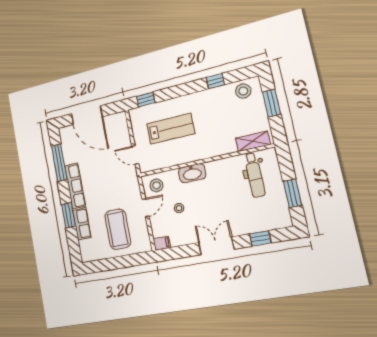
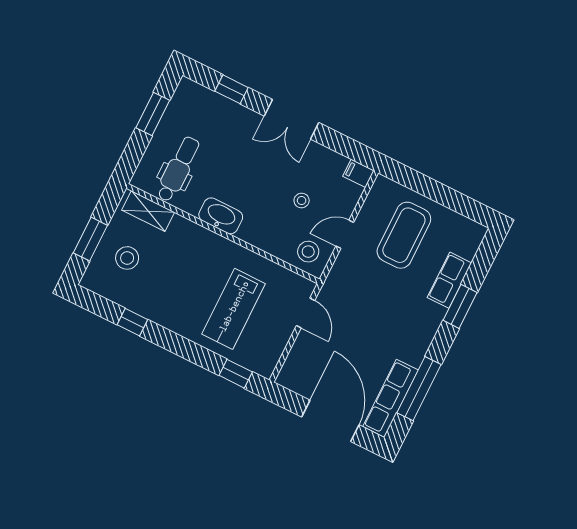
stool: (243, 91) -> (127, 258), moved
lab bench: (171, 129) -> (234, 309), turned -90
washbasin: (192, 173) -> (221, 216), moved
row of seats: (75, 186) -> (391, 398), moved

